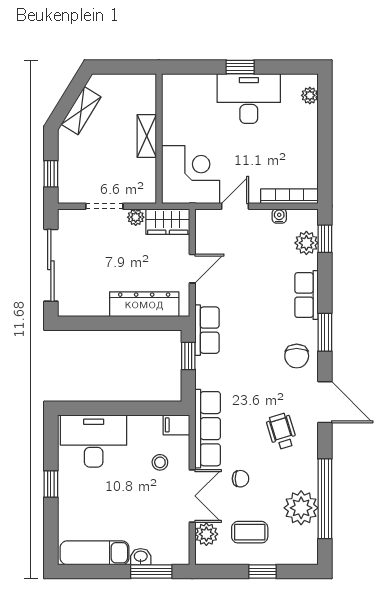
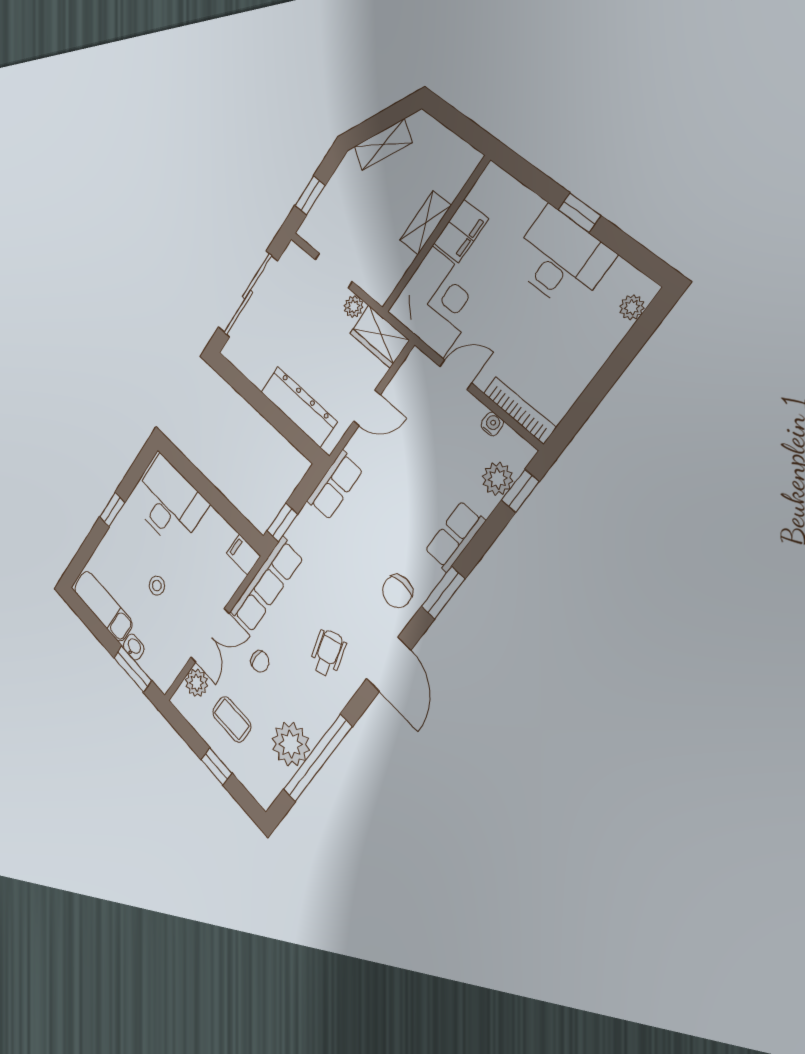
filing cabinet: (174, 125) -> (461, 231), added
window: (188, 356) -> (282, 523), moved
stool: (160, 462) -> (157, 586), moved

